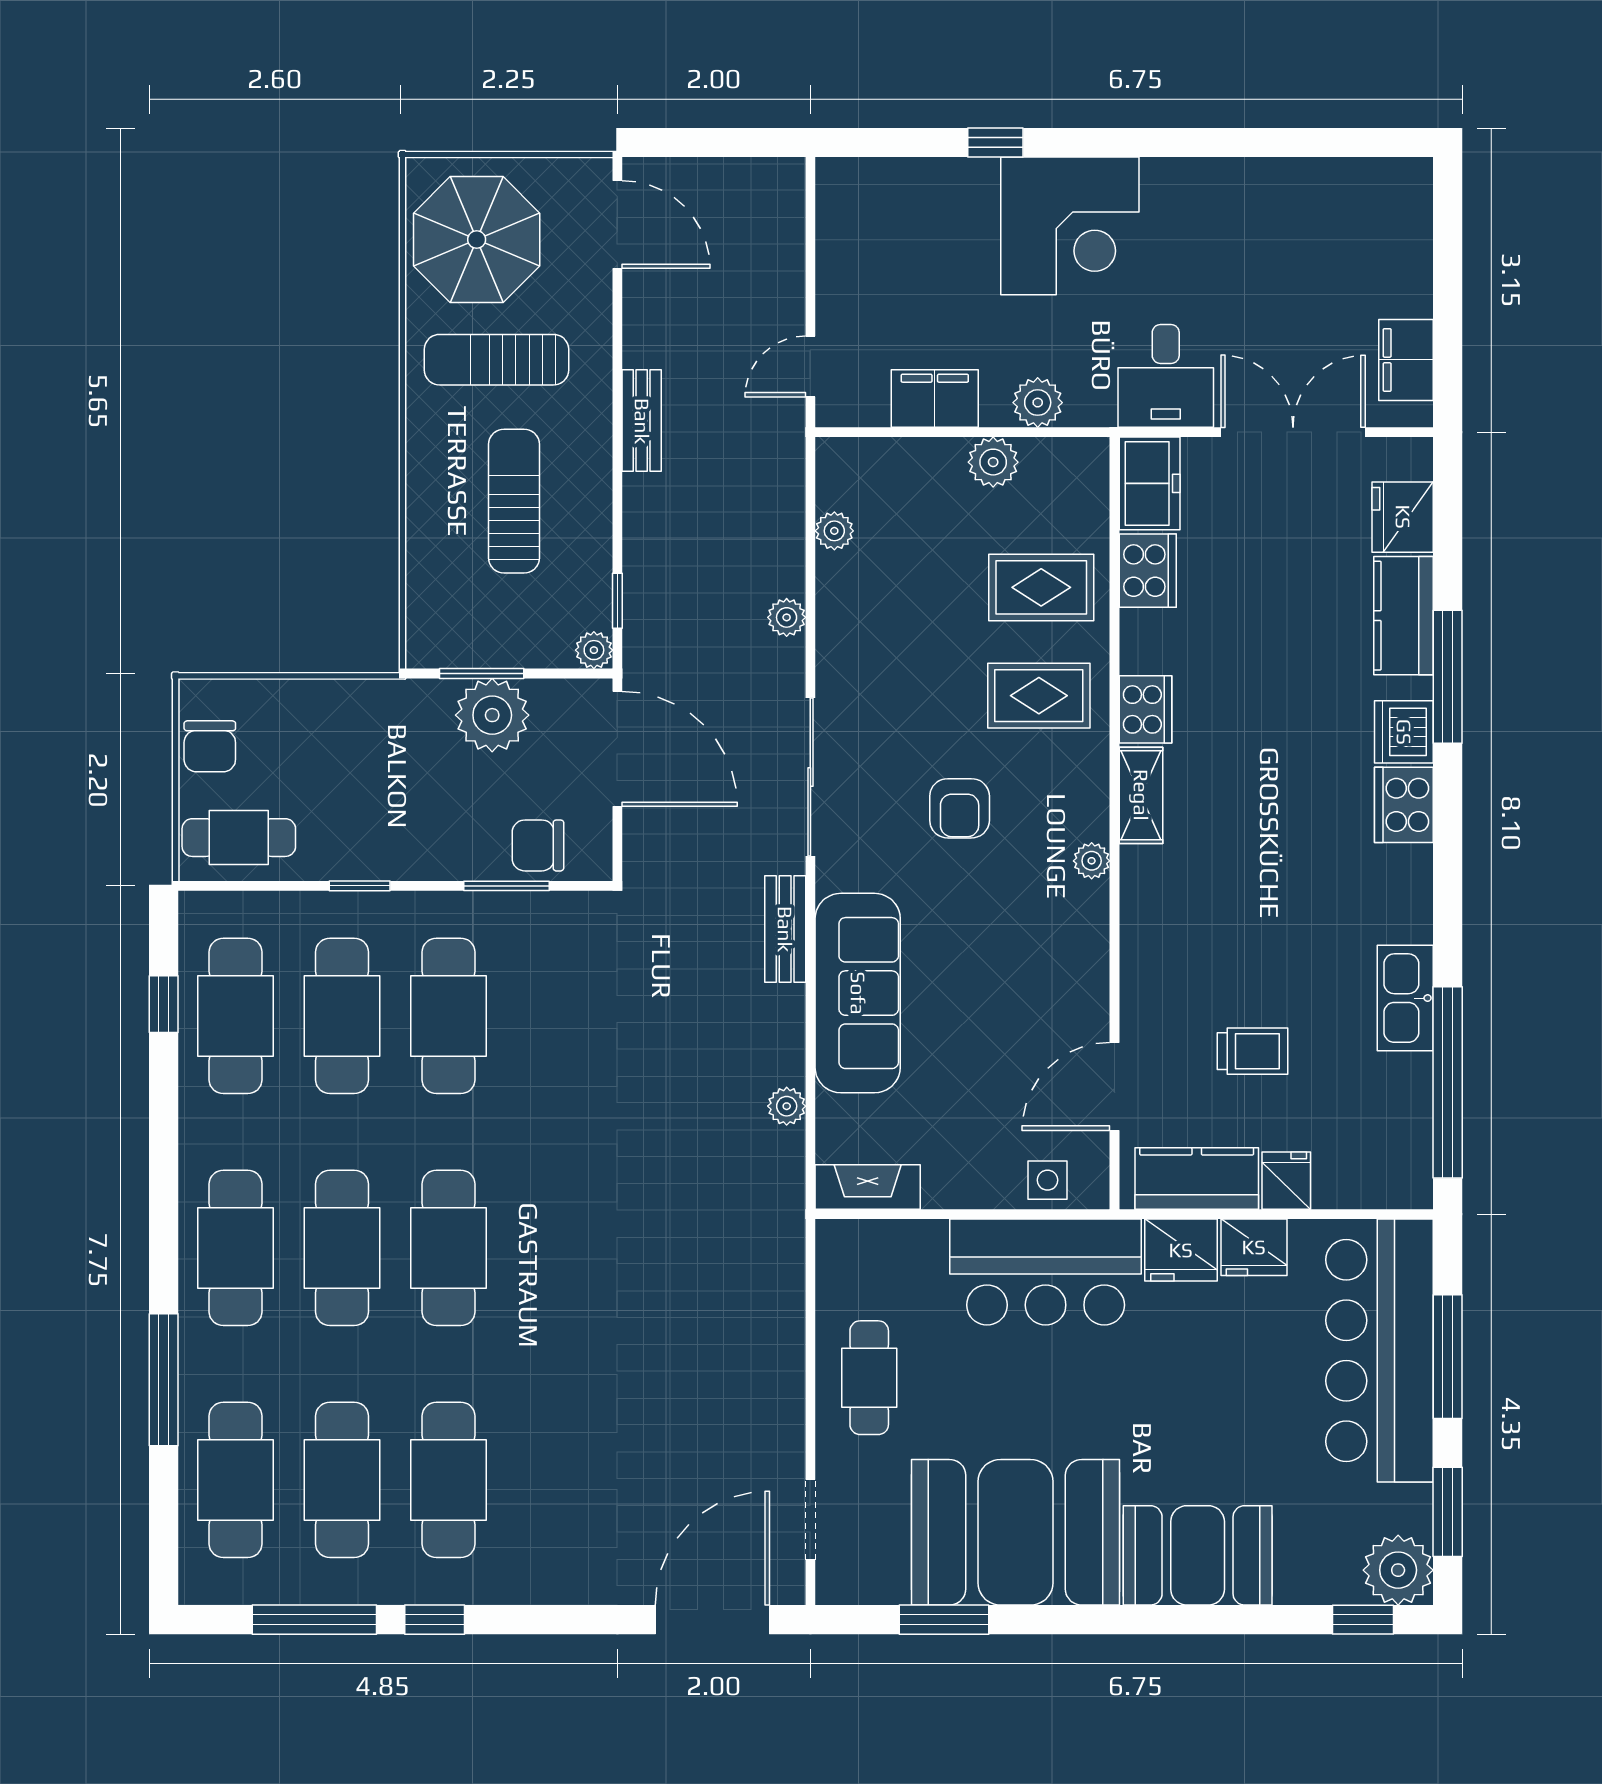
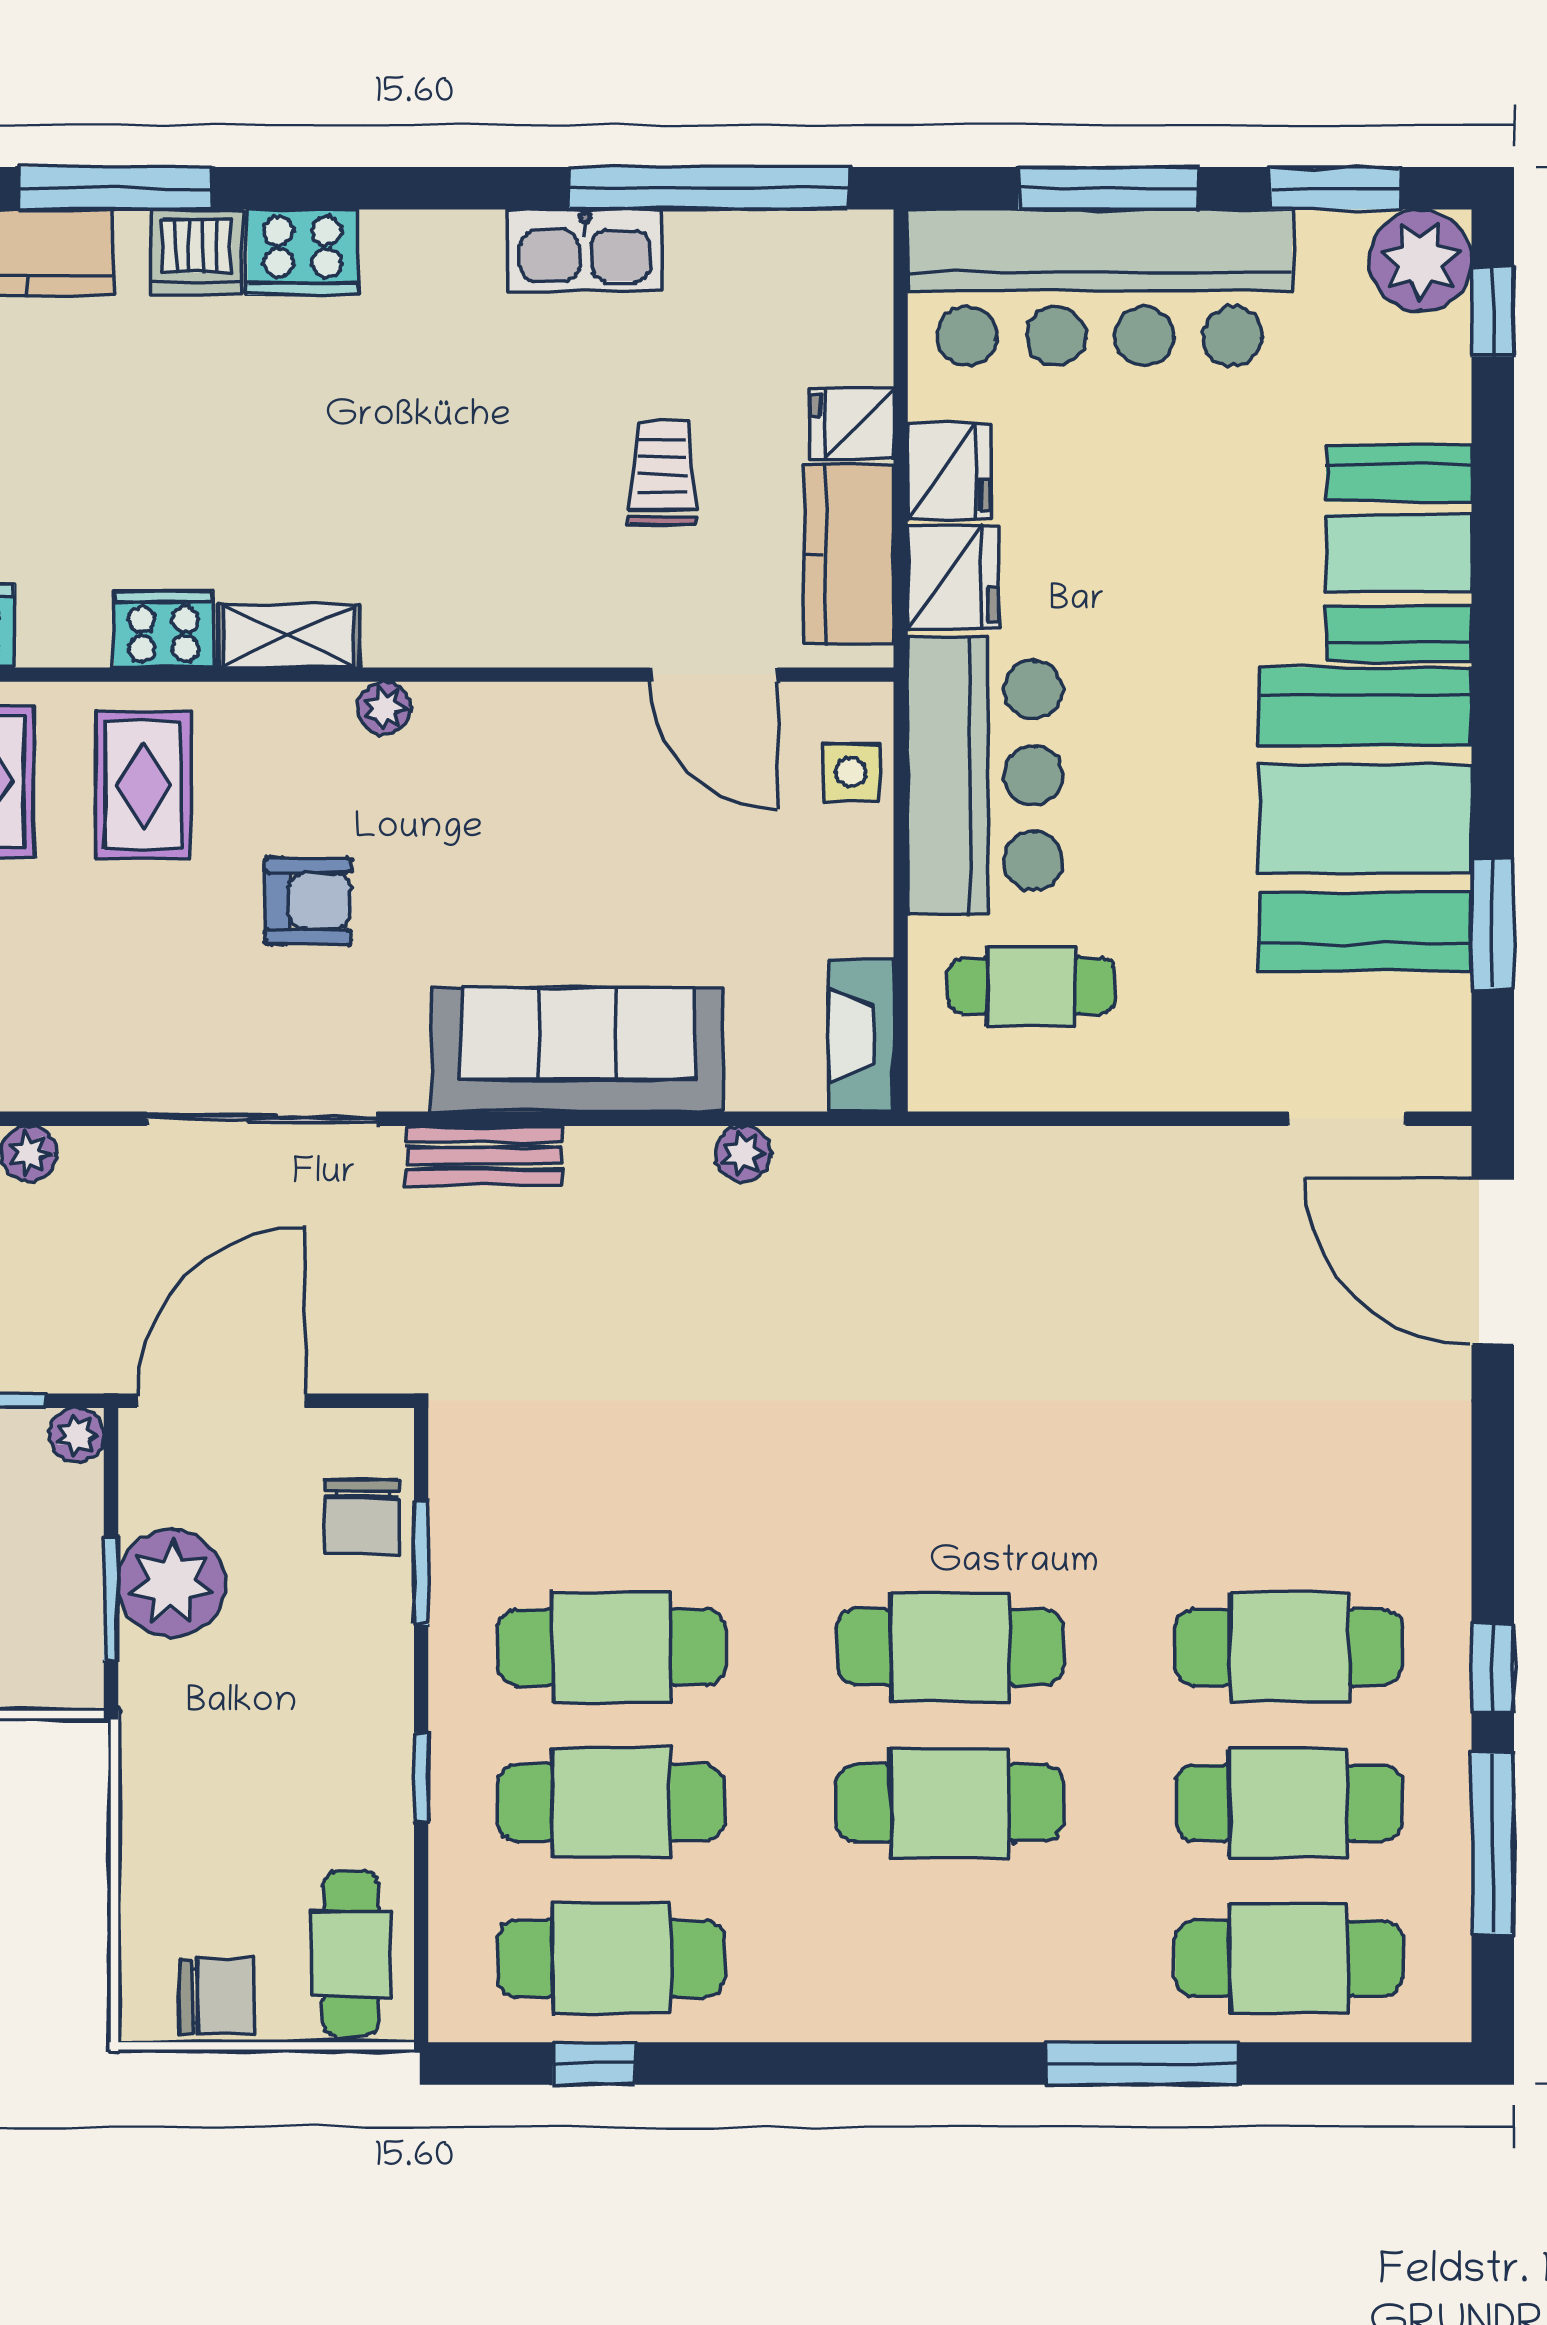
cafe table: (236, 1248) -> (950, 1958), removed
cafe table: (869, 1378) -> (1031, 986), moved

